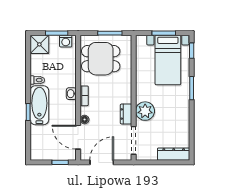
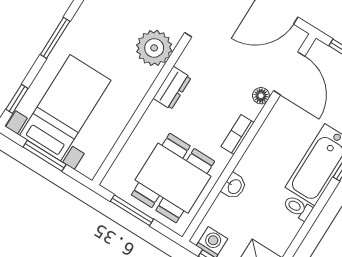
dining table: (101, 59) -> (173, 178), turned 90
washbasin: (71, 94) -> (234, 186), moved
dresser: (126, 114) -> (172, 88), moved

